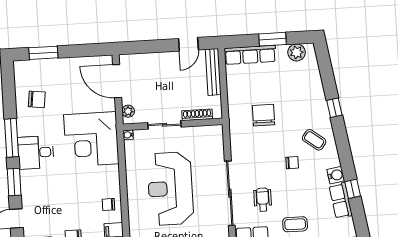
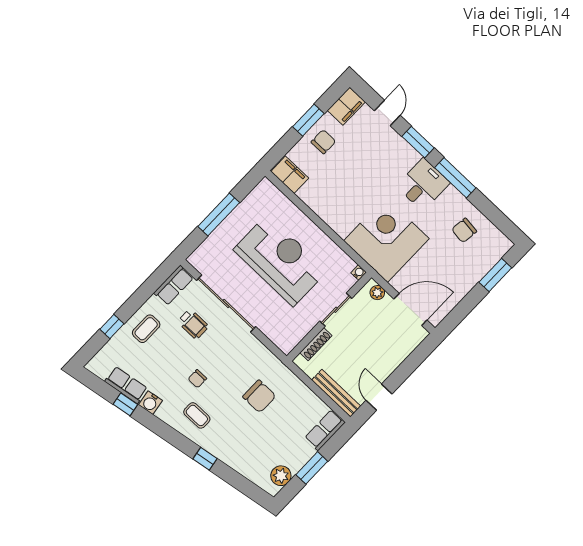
row of seats: (250, 55) -> (325, 430), width x0.68
coffee table: (314, 140) -> (197, 415), turned 53
chair: (108, 205) -> (320, 198), removed

